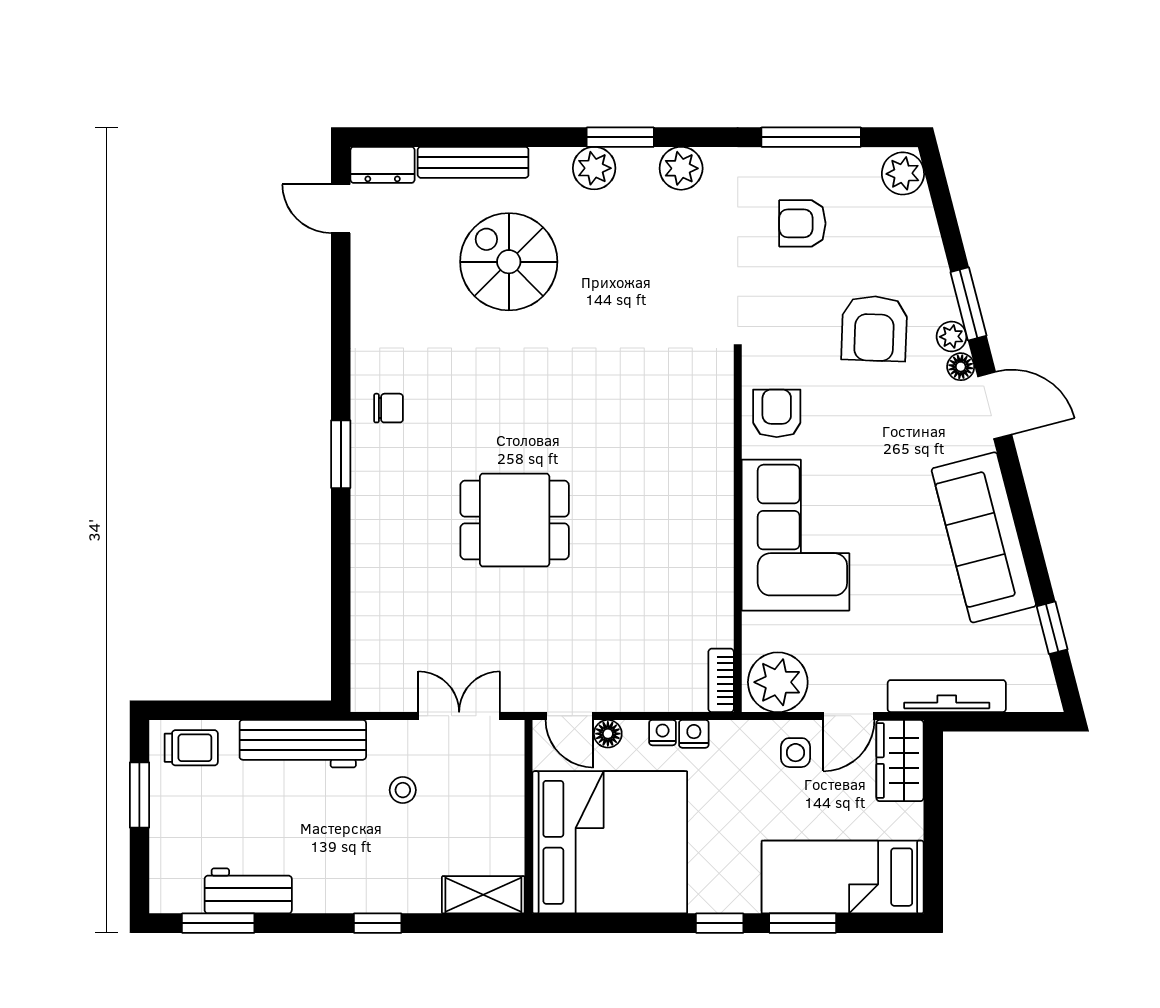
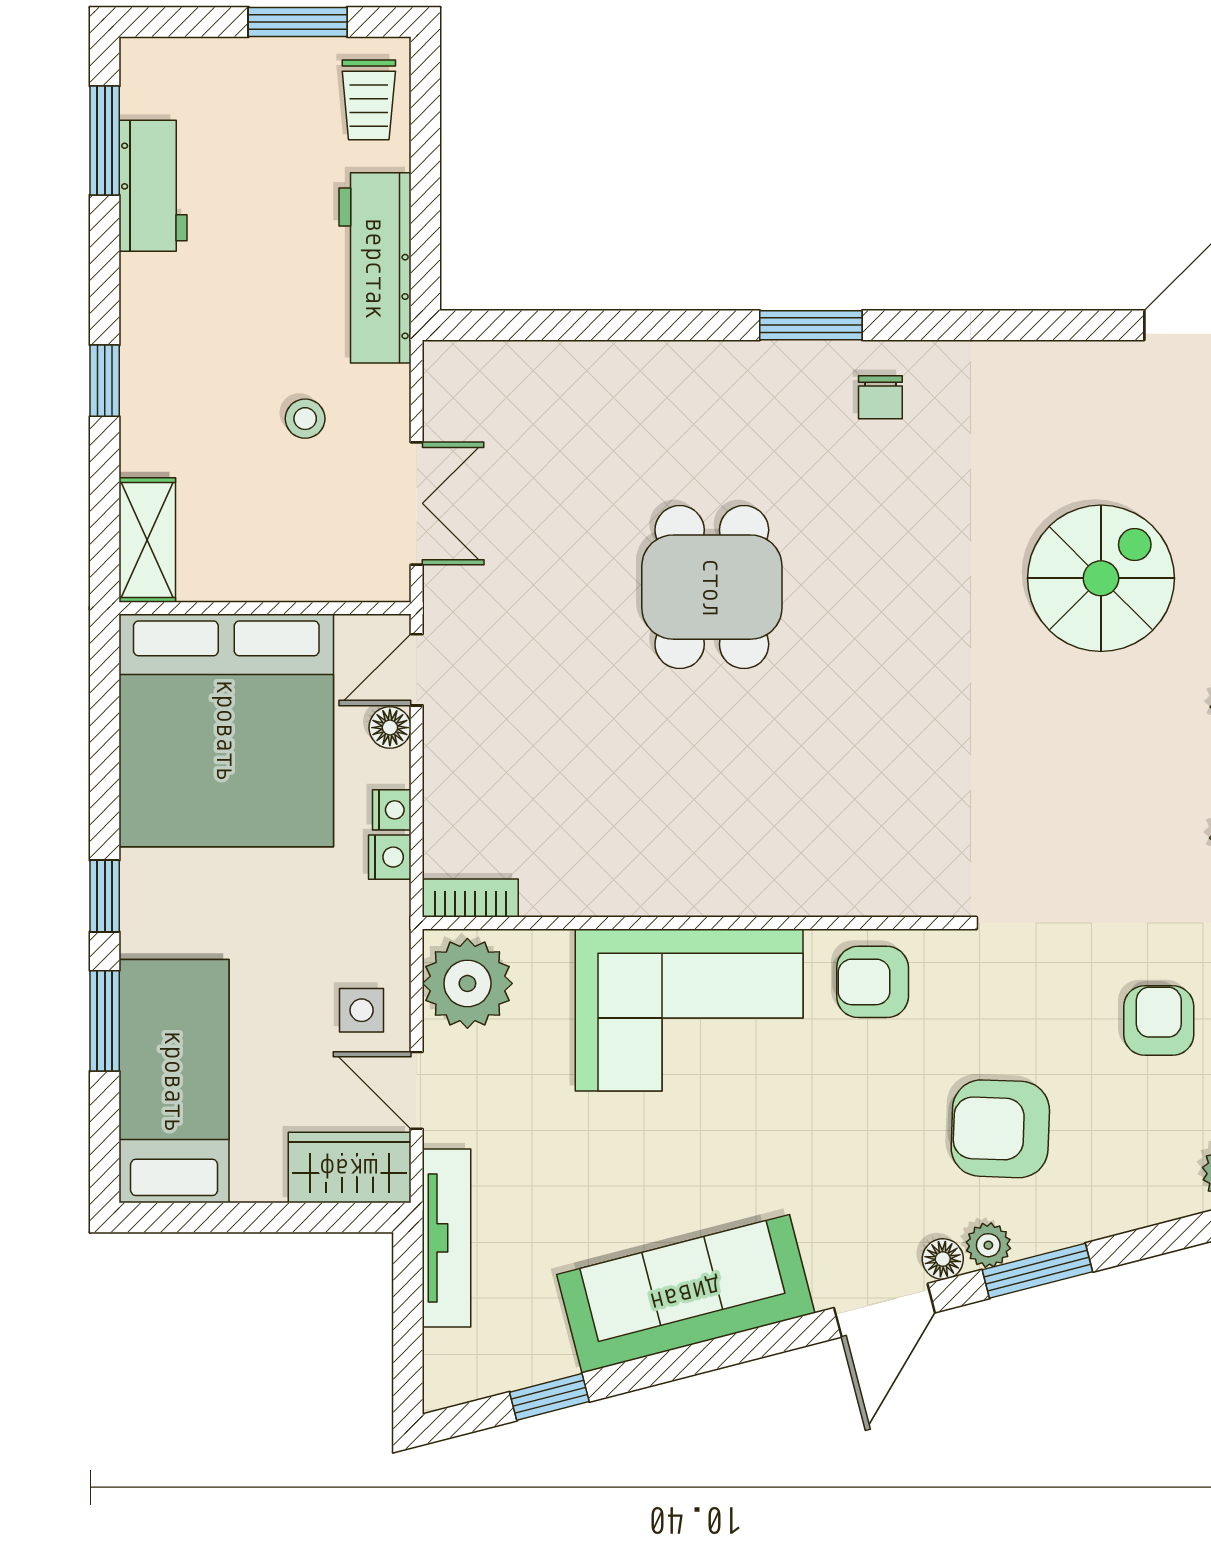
armchair: (777, 413) -> (873, 982), turned 180

